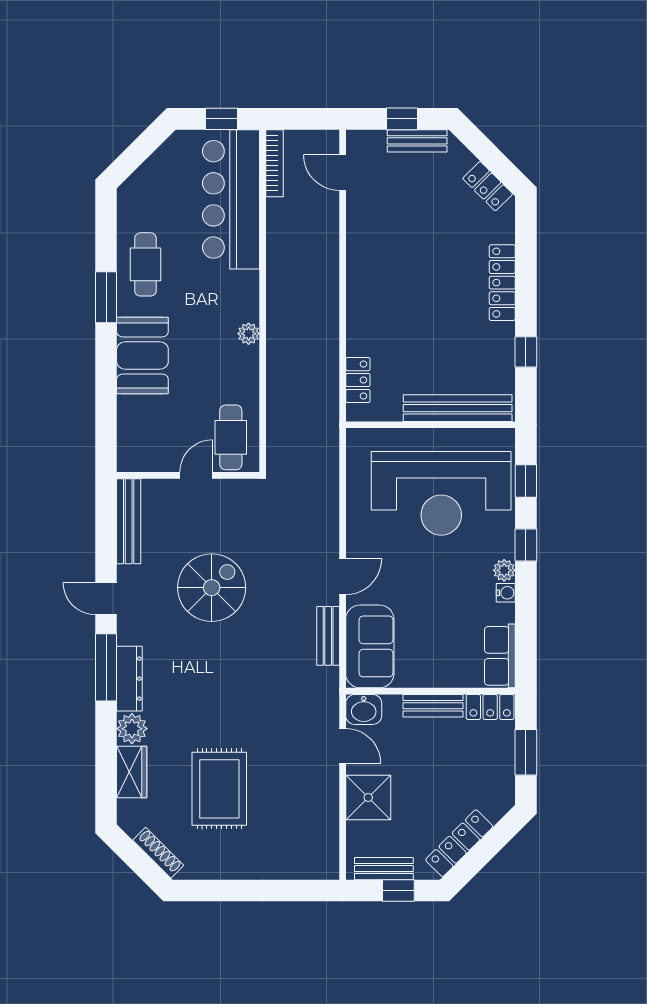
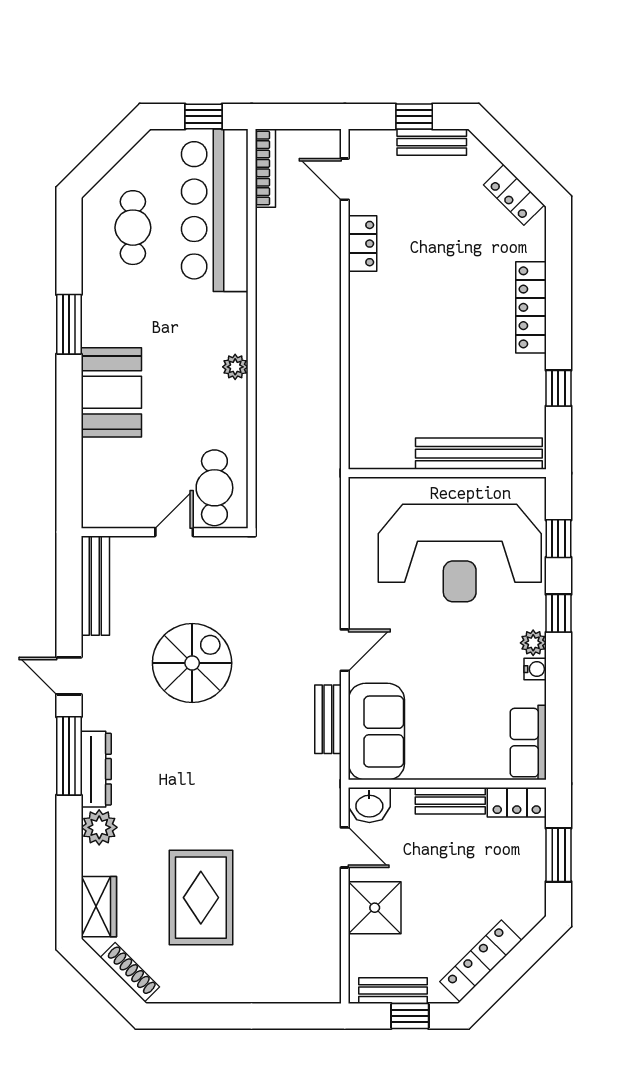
cafe table: (145, 264) -> (133, 228), moved
locker: (358, 380) -> (363, 244), moved
wardrobe: (132, 772) -> (99, 907), moved

